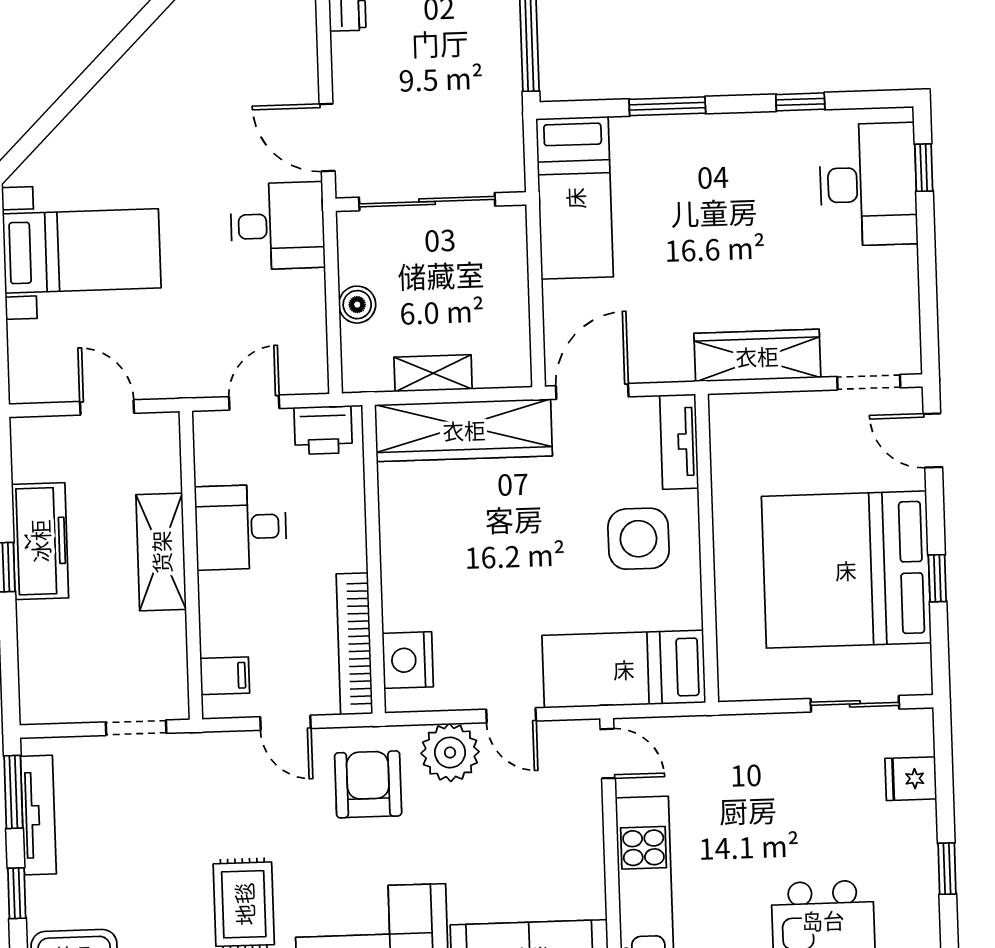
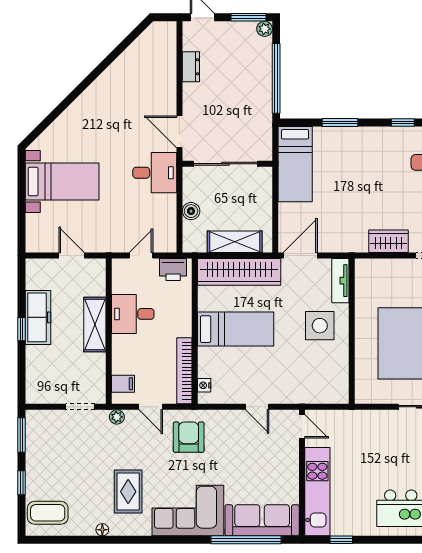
wardrobe: (757, 356) -> (388, 241), width x0.67
shelving: (433, 373) -> (235, 242), width x1.50, depth x1.33
nightstand: (408, 660) -> (204, 385), width x0.53, depth x0.56
bed: (624, 669) -> (236, 329), moved, turned 180
plant: (450, 752) -> (117, 417), moved, width x0.53, depth x0.53
tv unit: (38, 815) -> (33, 446), removed

